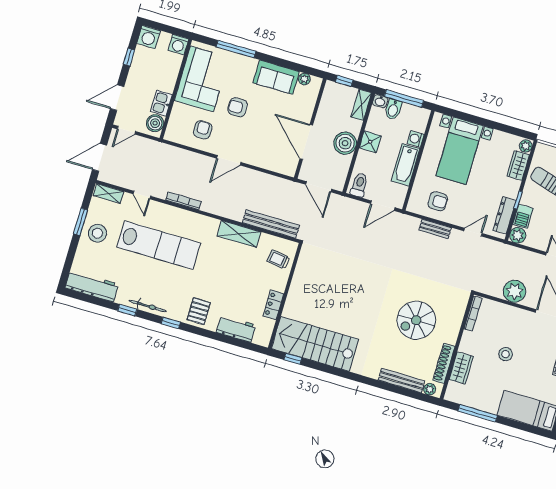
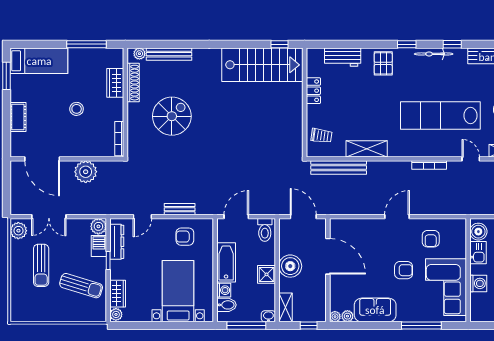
washing machine: (178, 45) -> (478, 283), moved, turned 90
plant: (316, 82) -> (335, 317), added
bidet: (393, 109) -> (227, 305), moved, turned 90

